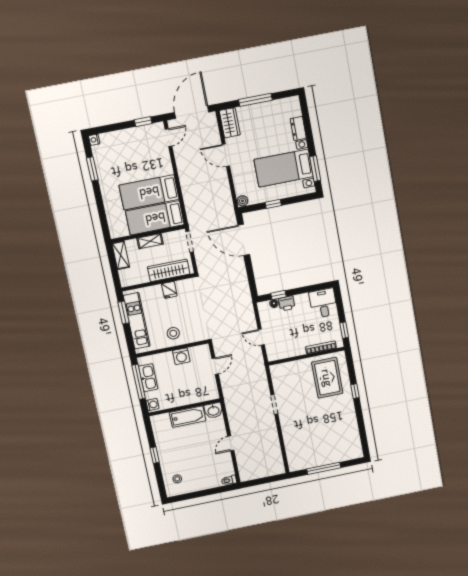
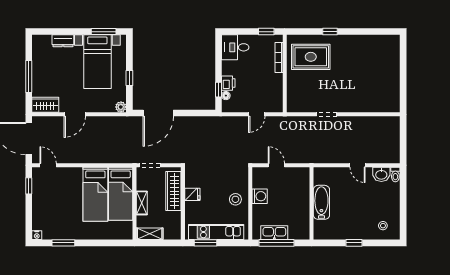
washing machine: (152, 405) -> (302, 234), removed
washbasin: (213, 410) -> (381, 174), moved, turned 90
window: (324, 468) -> (403, 77), removed

